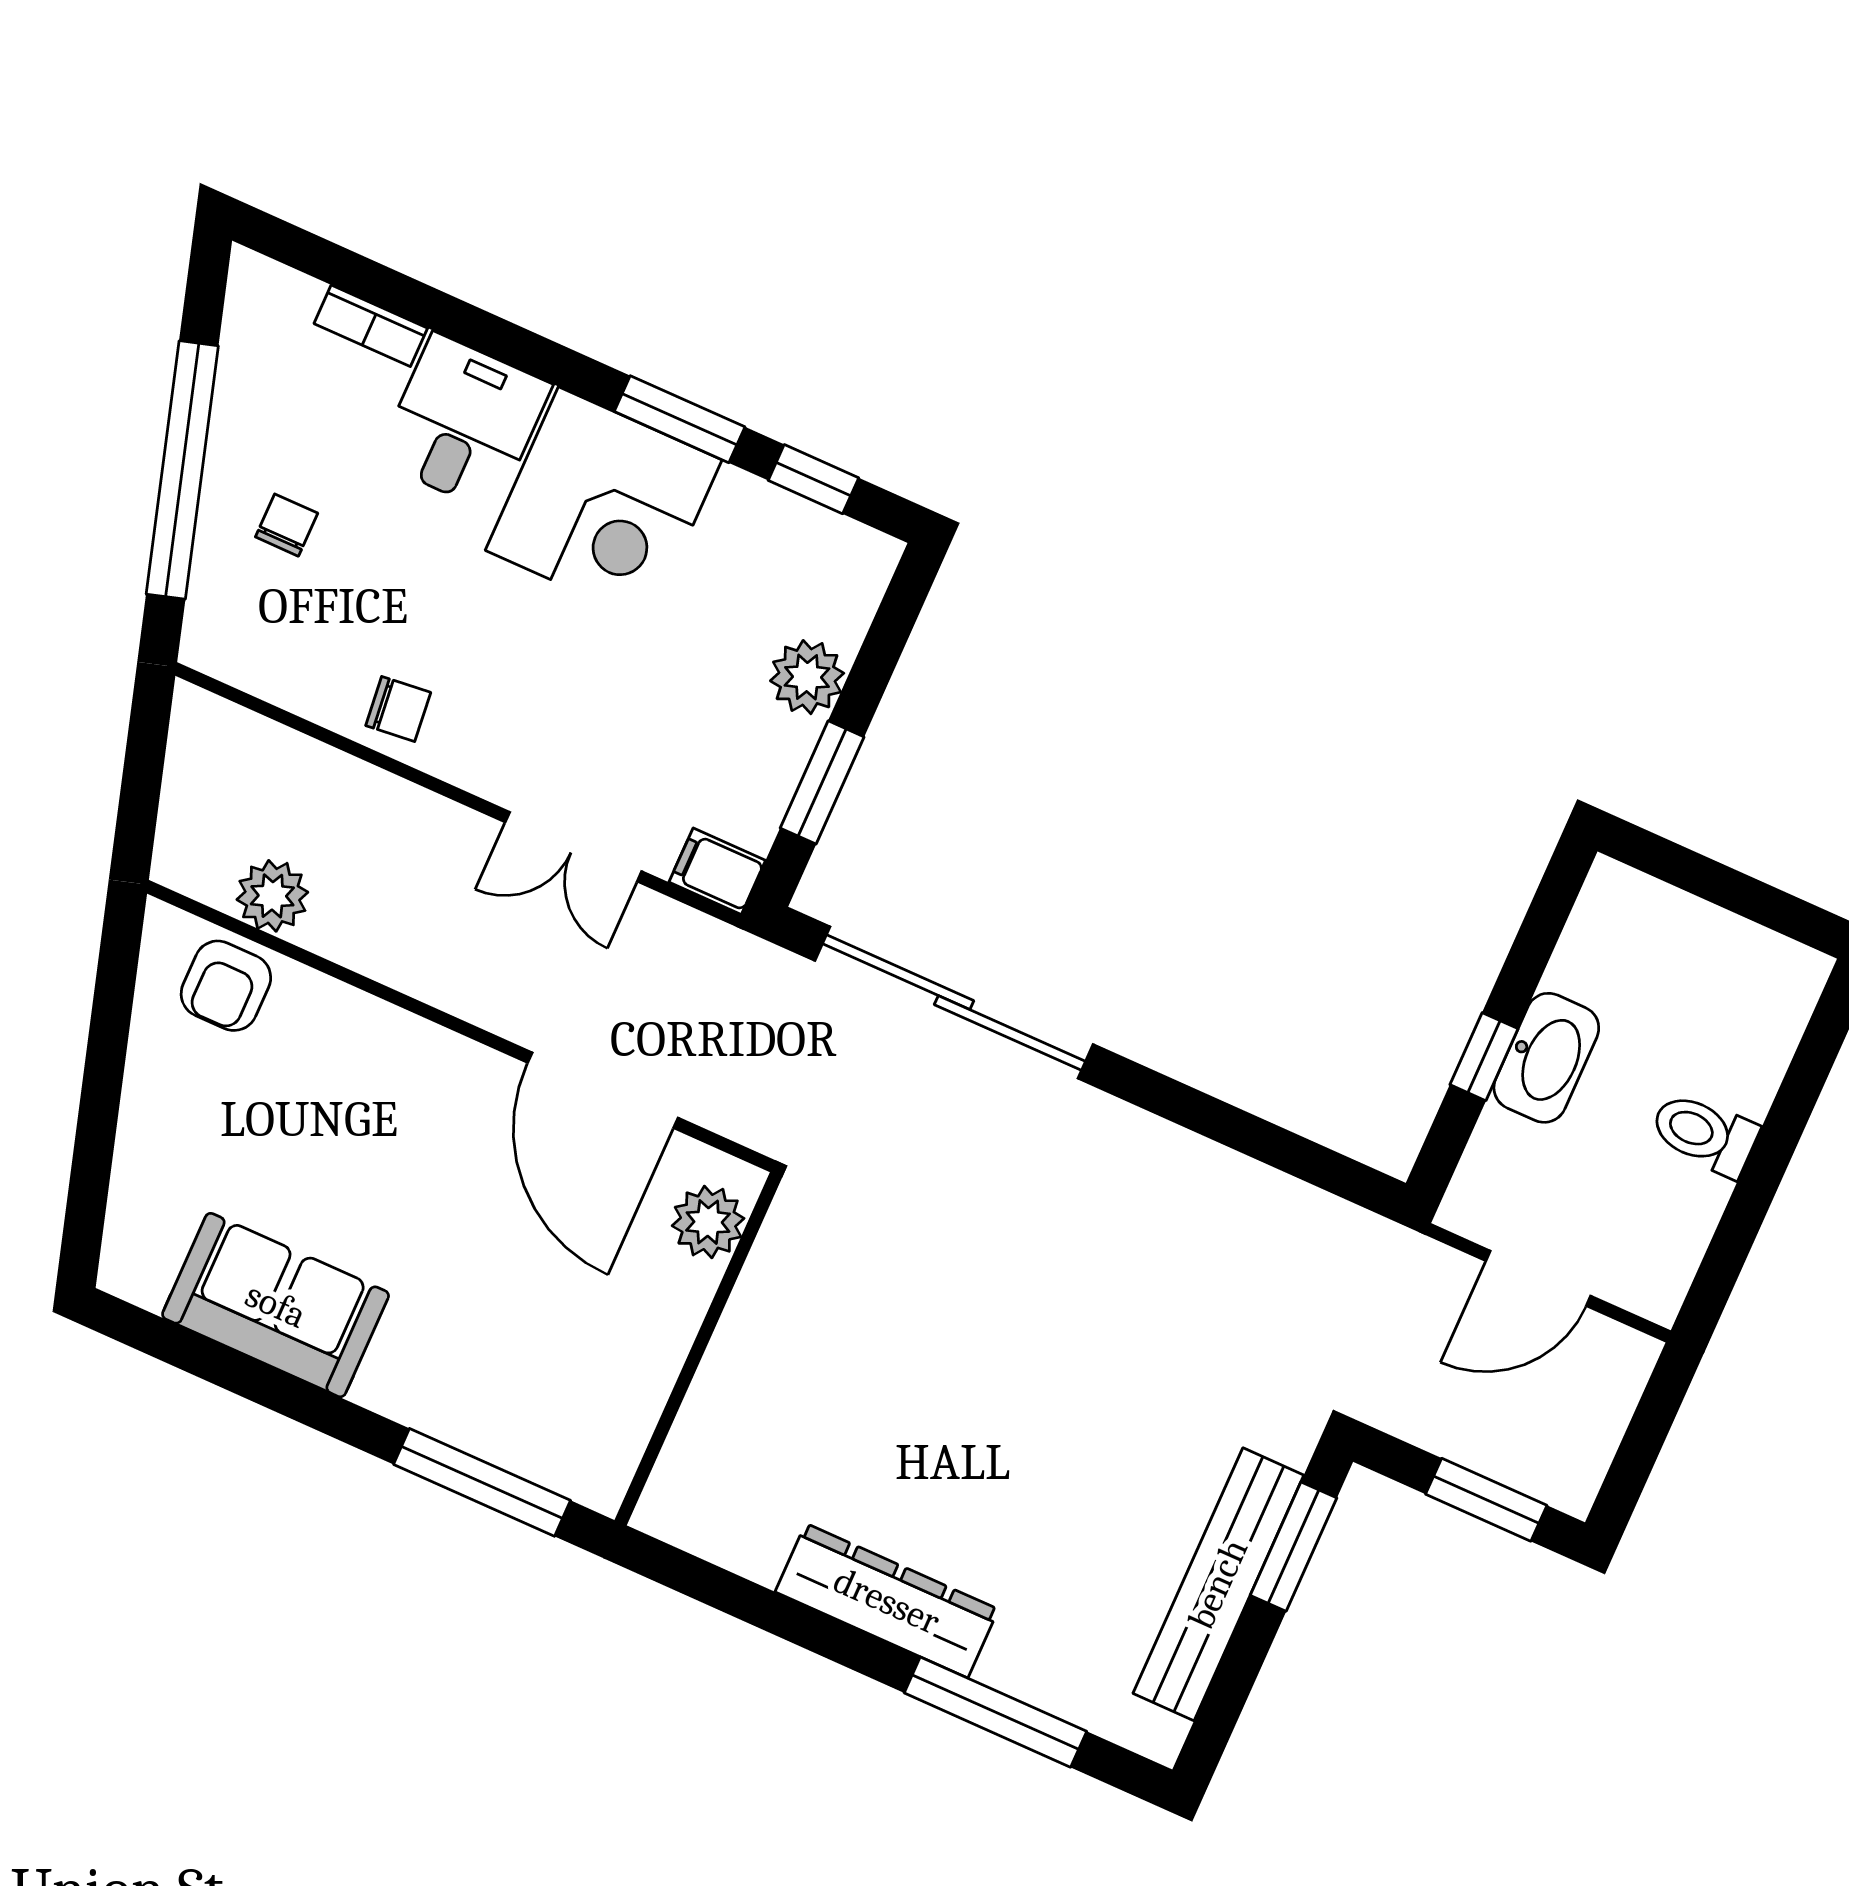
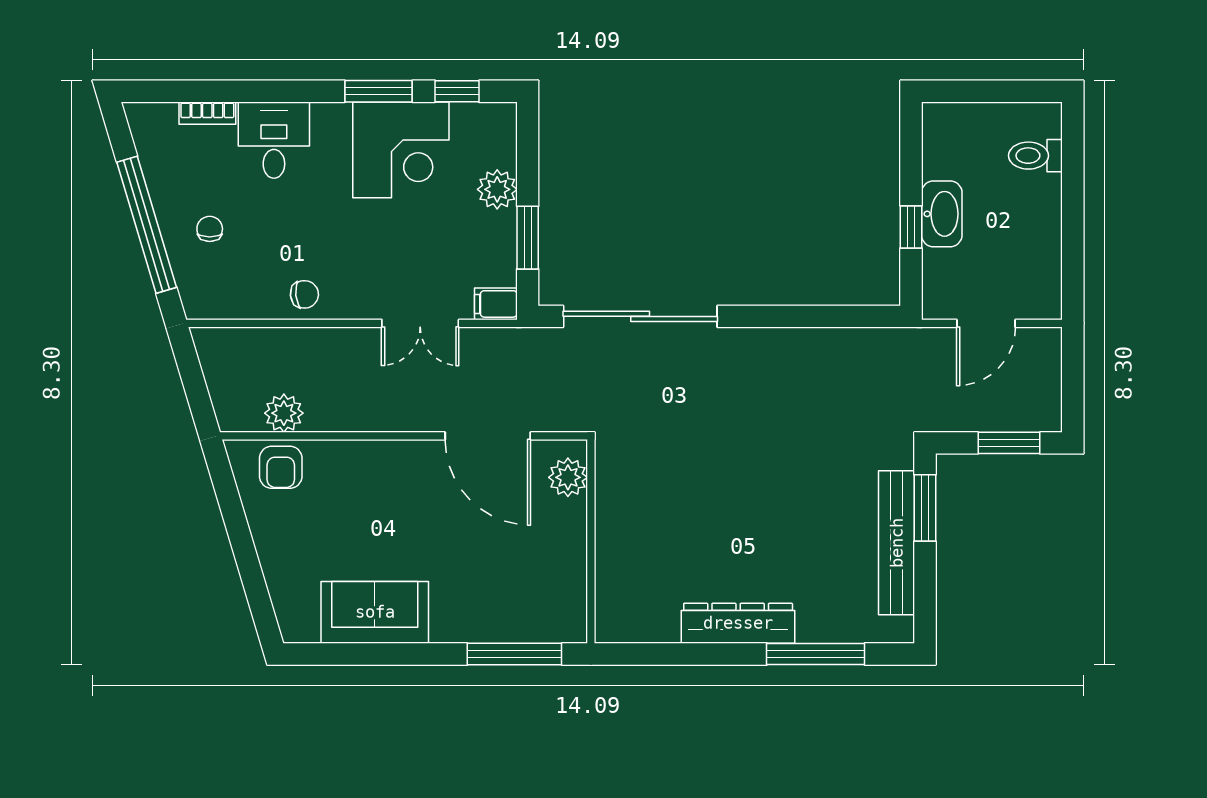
corner desk: (604, 505) -> (401, 150), moved
toilet: (1704, 1134) -> (1035, 156), moved

